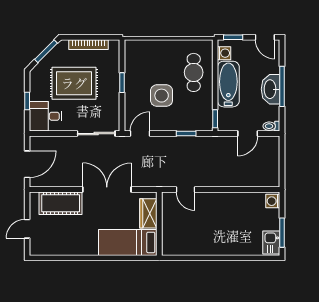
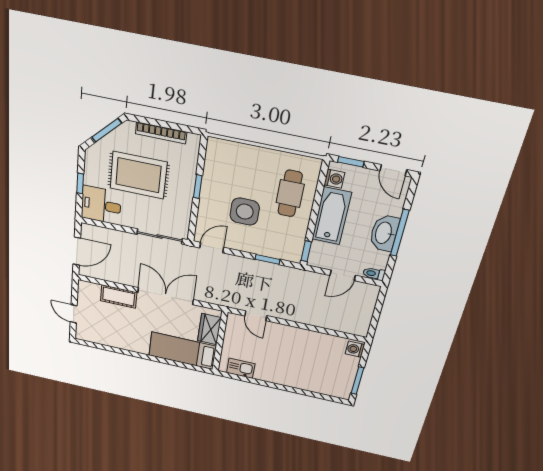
cot: (61, 203) -> (119, 296), width x0.73, depth x0.75
door: (27, 229) -> (74, 314), hinge flipped
kitchen sink: (271, 243) -> (241, 368), moved, turned 90

